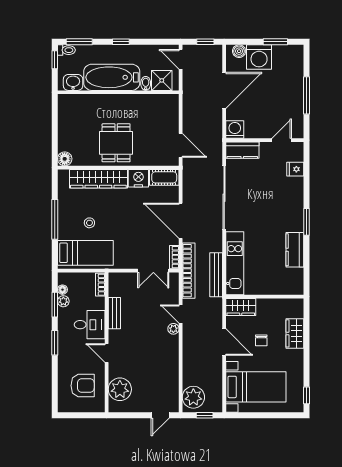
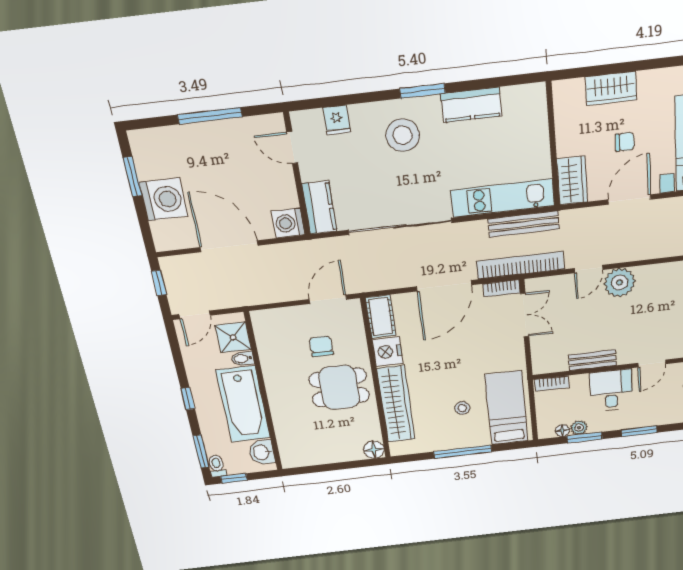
boiler: (239, 51) -> (161, 231), removed
chair: (148, 136) -> (321, 346), added
stool: (281, 207) -> (403, 135), added
plant: (173, 329) -> (620, 282), width x1.87, depth x1.87

